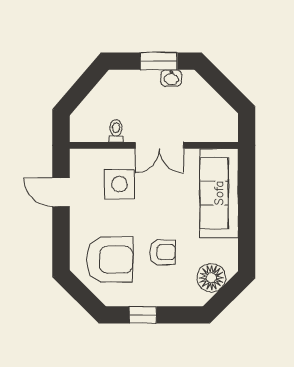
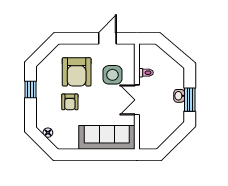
washbasin: (171, 78) -> (179, 96), moved
armchair: (110, 260) -> (77, 72), moved
floor lamp: (211, 278) -> (48, 133), width x0.53, depth x0.53

